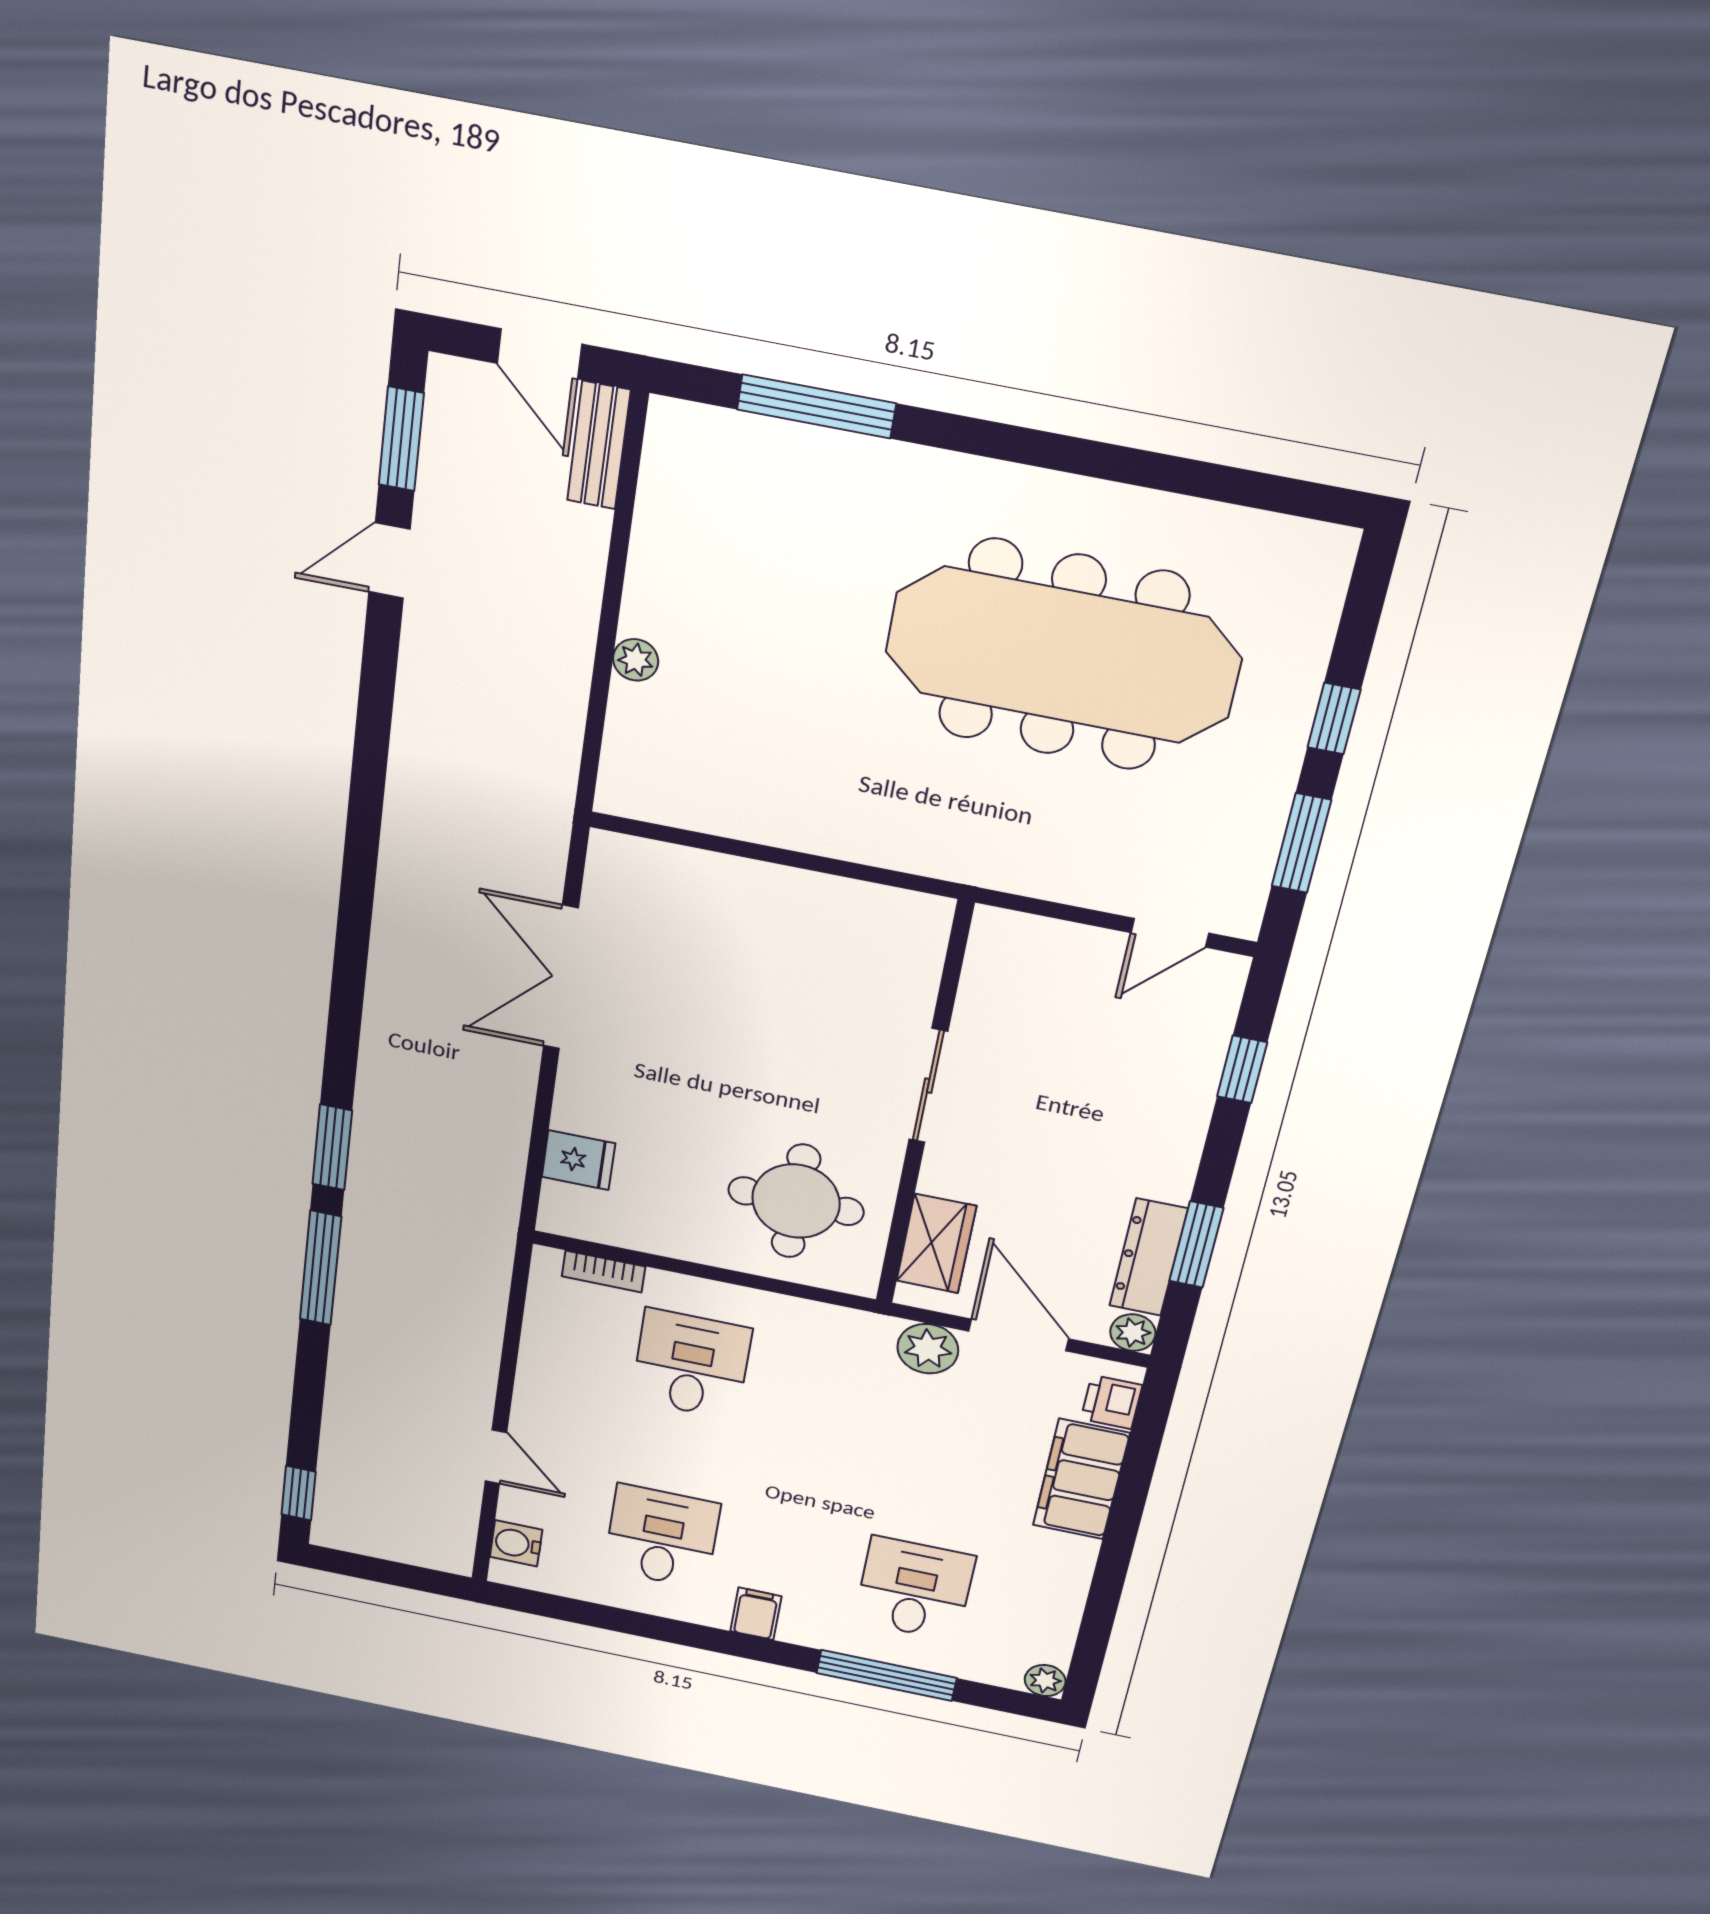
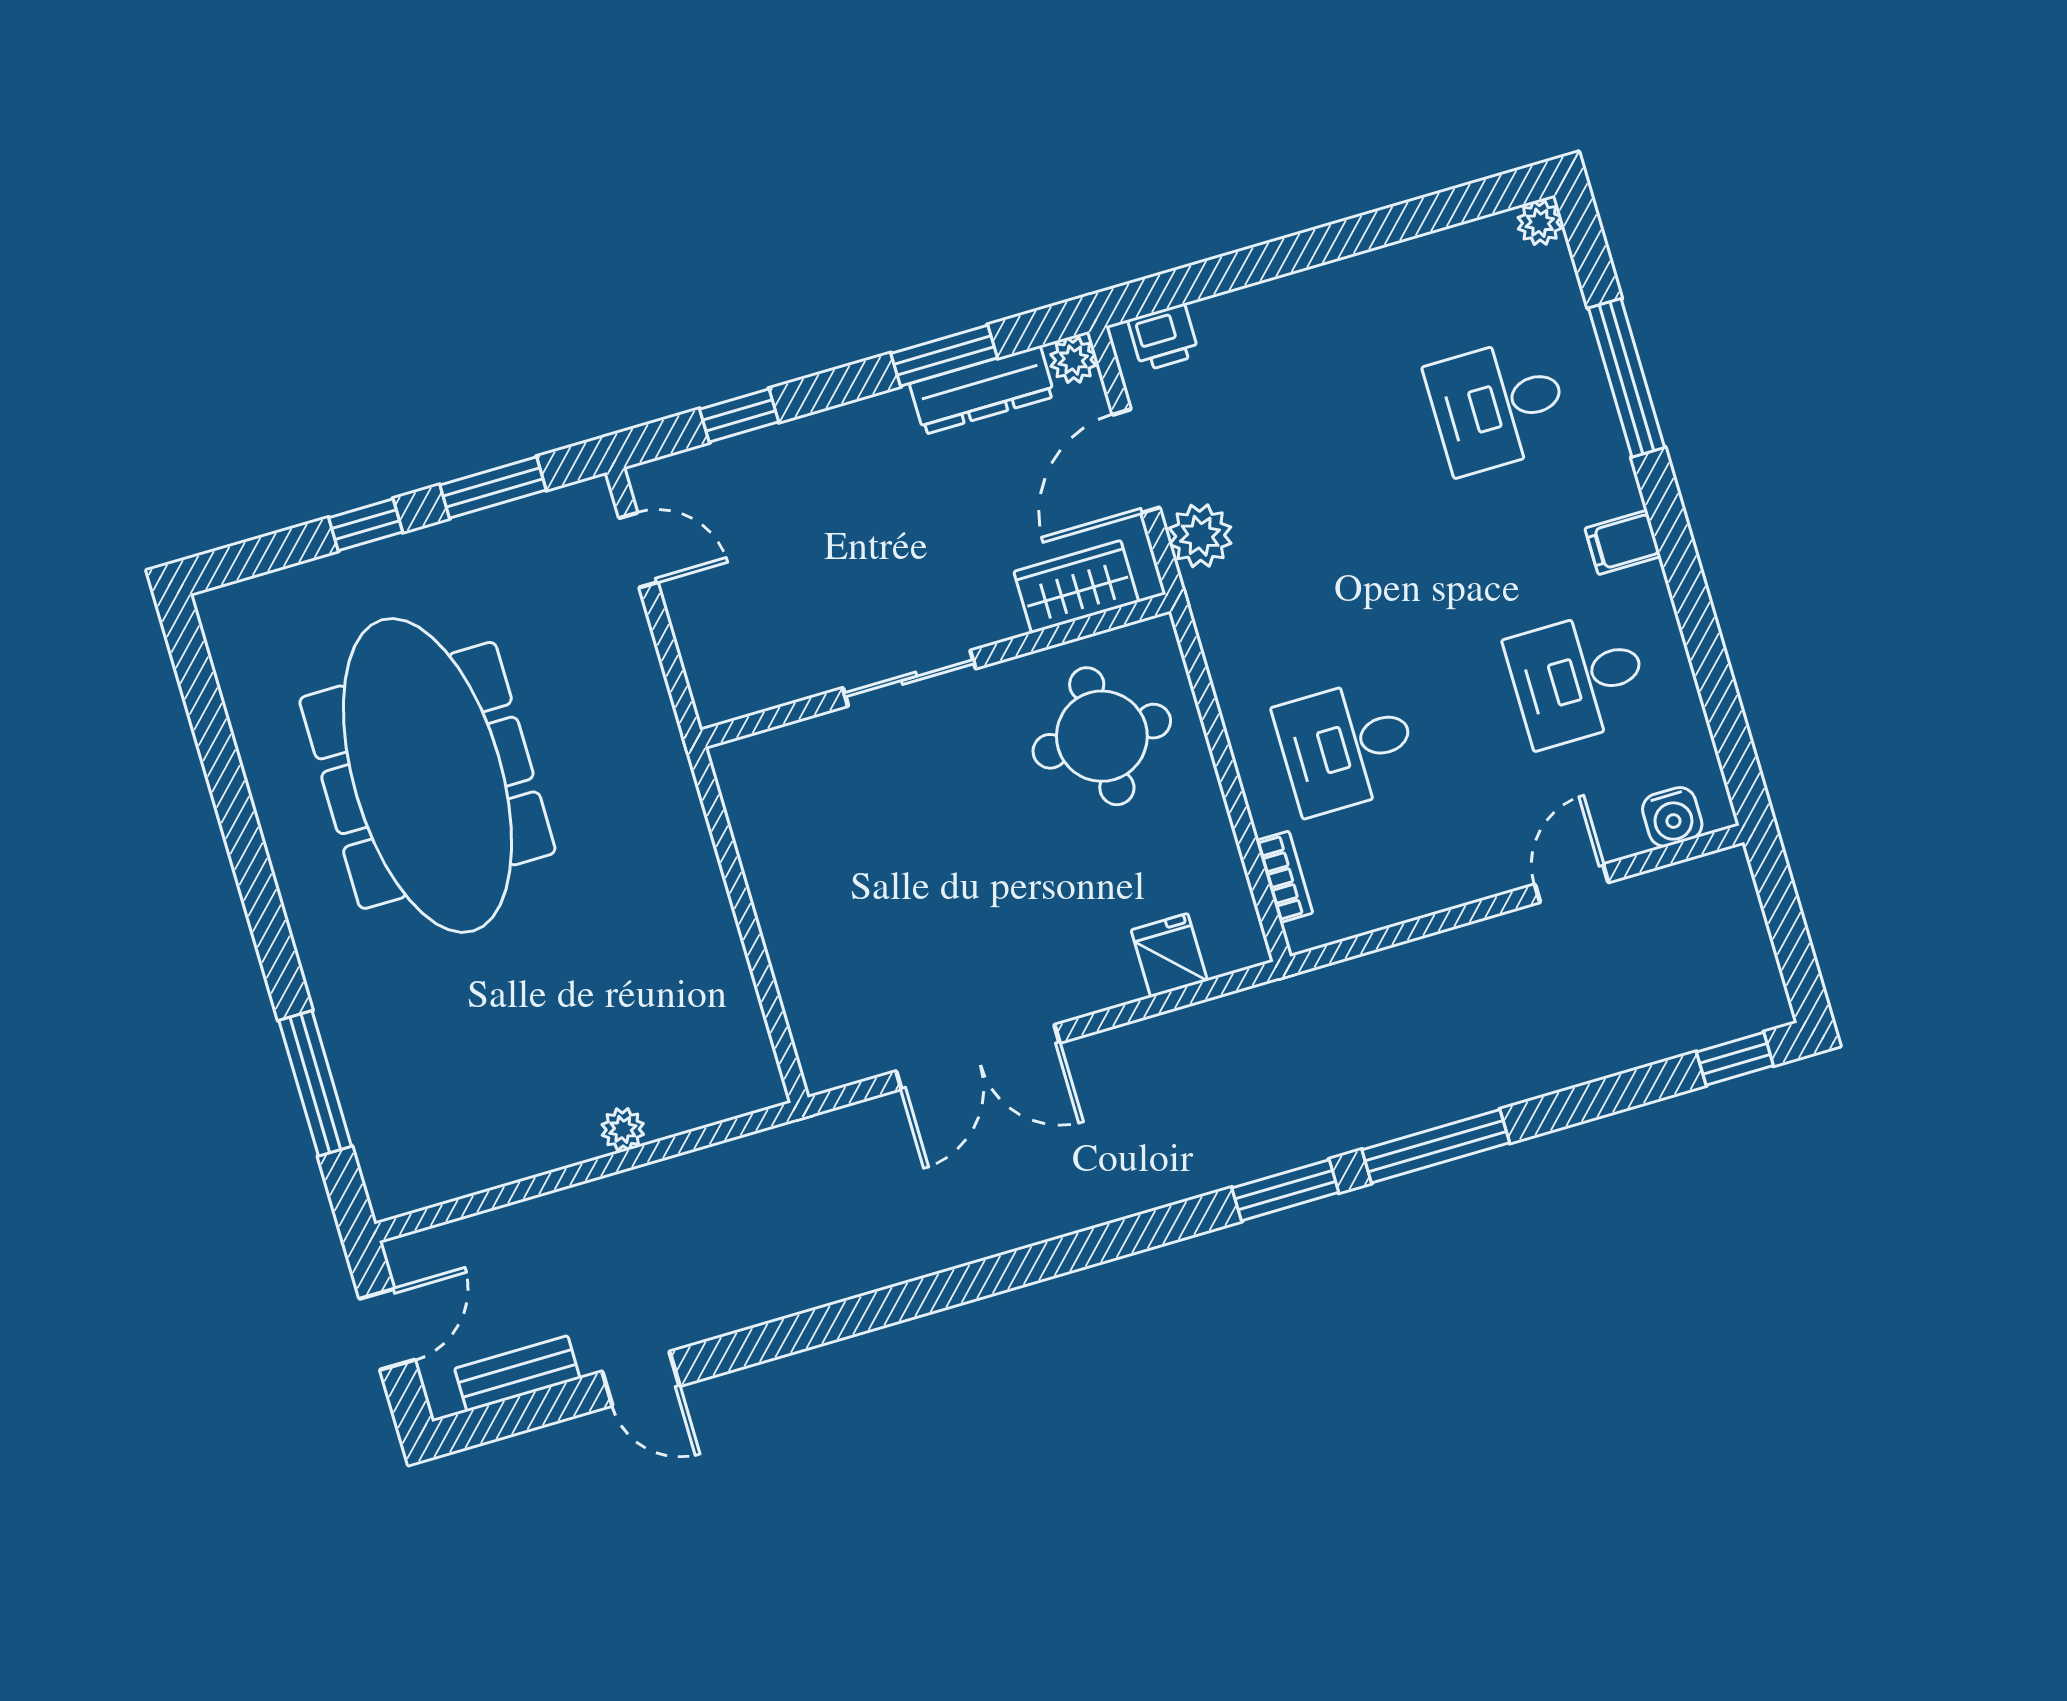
window: (401, 439) -> (523, 1413), removed
bench: (599, 445) -> (517, 1373), moved
filing cabinet: (1081, 1479) -> (1270, 318), removed

